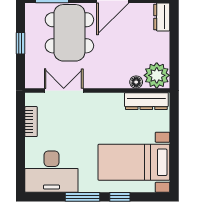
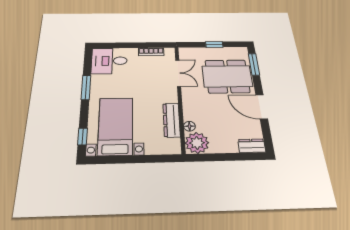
dresser: (146, 101) -> (172, 120), moved
desk: (51, 172) -> (109, 61), width x0.73
window: (120, 197) -> (83, 137), moved

